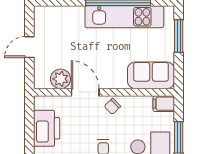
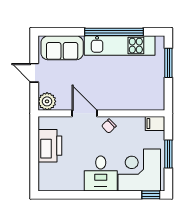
door: (29, 47) -> (34, 73), hinge flipped
sofa: (151, 75) -> (62, 48), moved, turned 180
plant: (61, 79) -> (47, 101), moved

